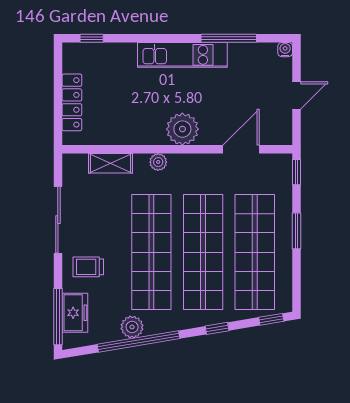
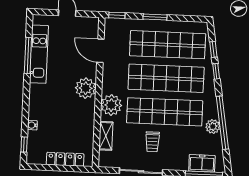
water cooler: (285, 50) -> (32, 125), moved
kitchen unit: (182, 55) -> (39, 54), moved
plant: (158, 162) -> (111, 105), width x1.87, depth x1.87
trolley: (88, 267) -> (152, 142), moved
window: (271, 319) -> (213, 49), moved

